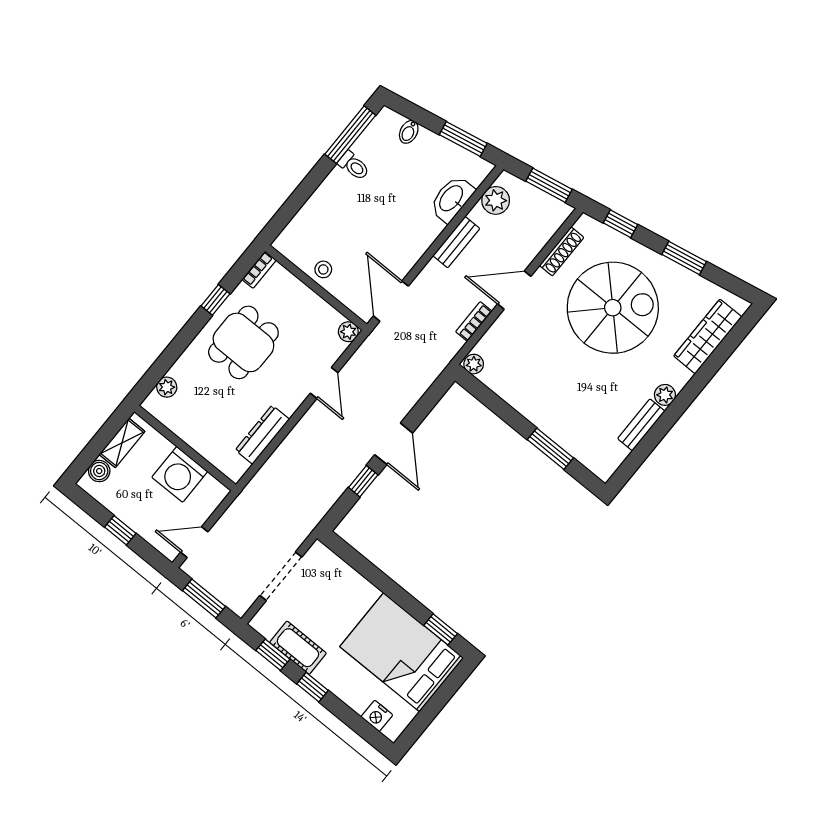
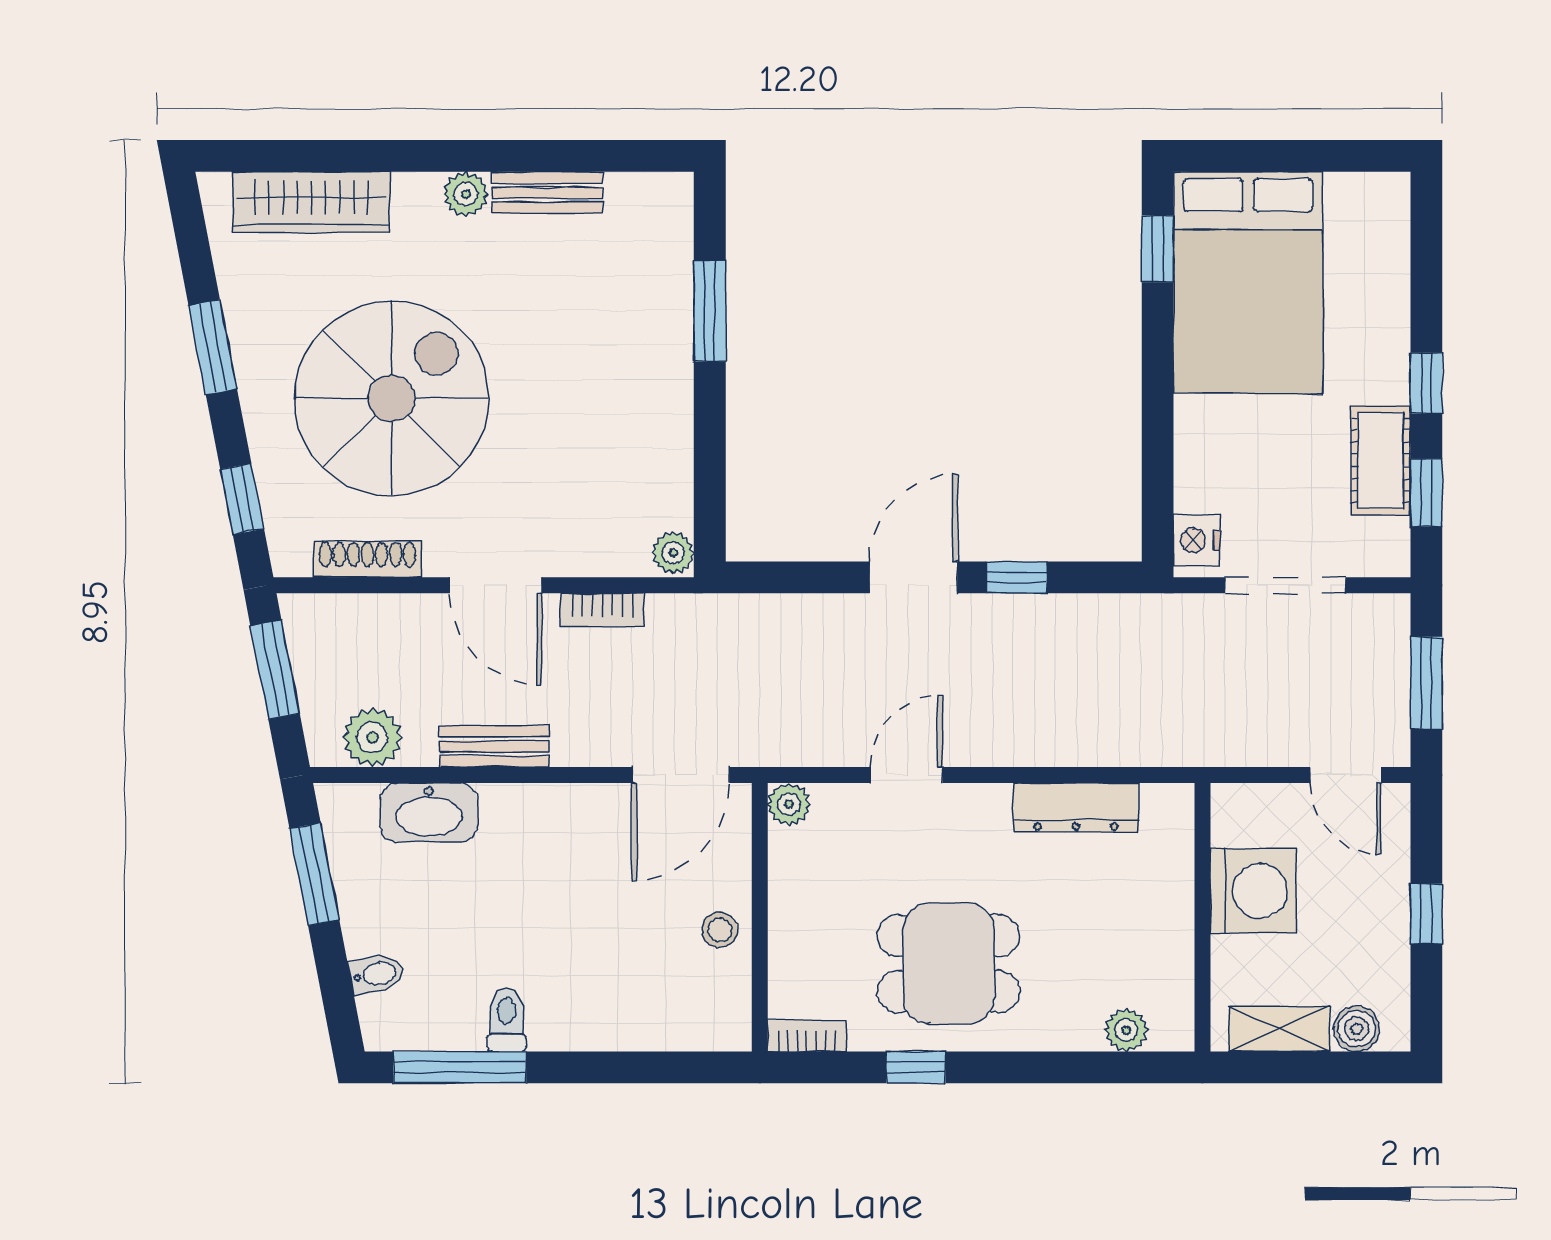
spiral stairs: (613, 308) -> (392, 398), turned 90
nightstand: (377, 716) -> (1197, 540), moved, turned 180

